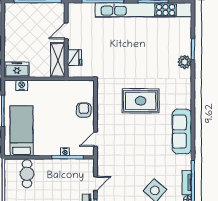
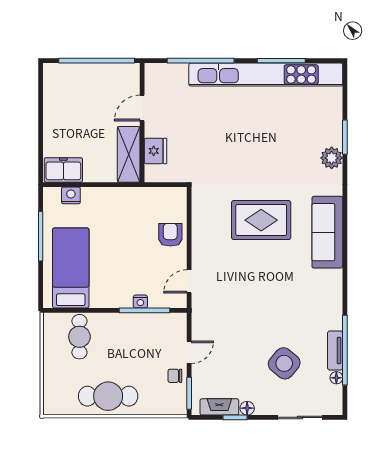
sofa: (182, 132) -> (327, 232), moved

